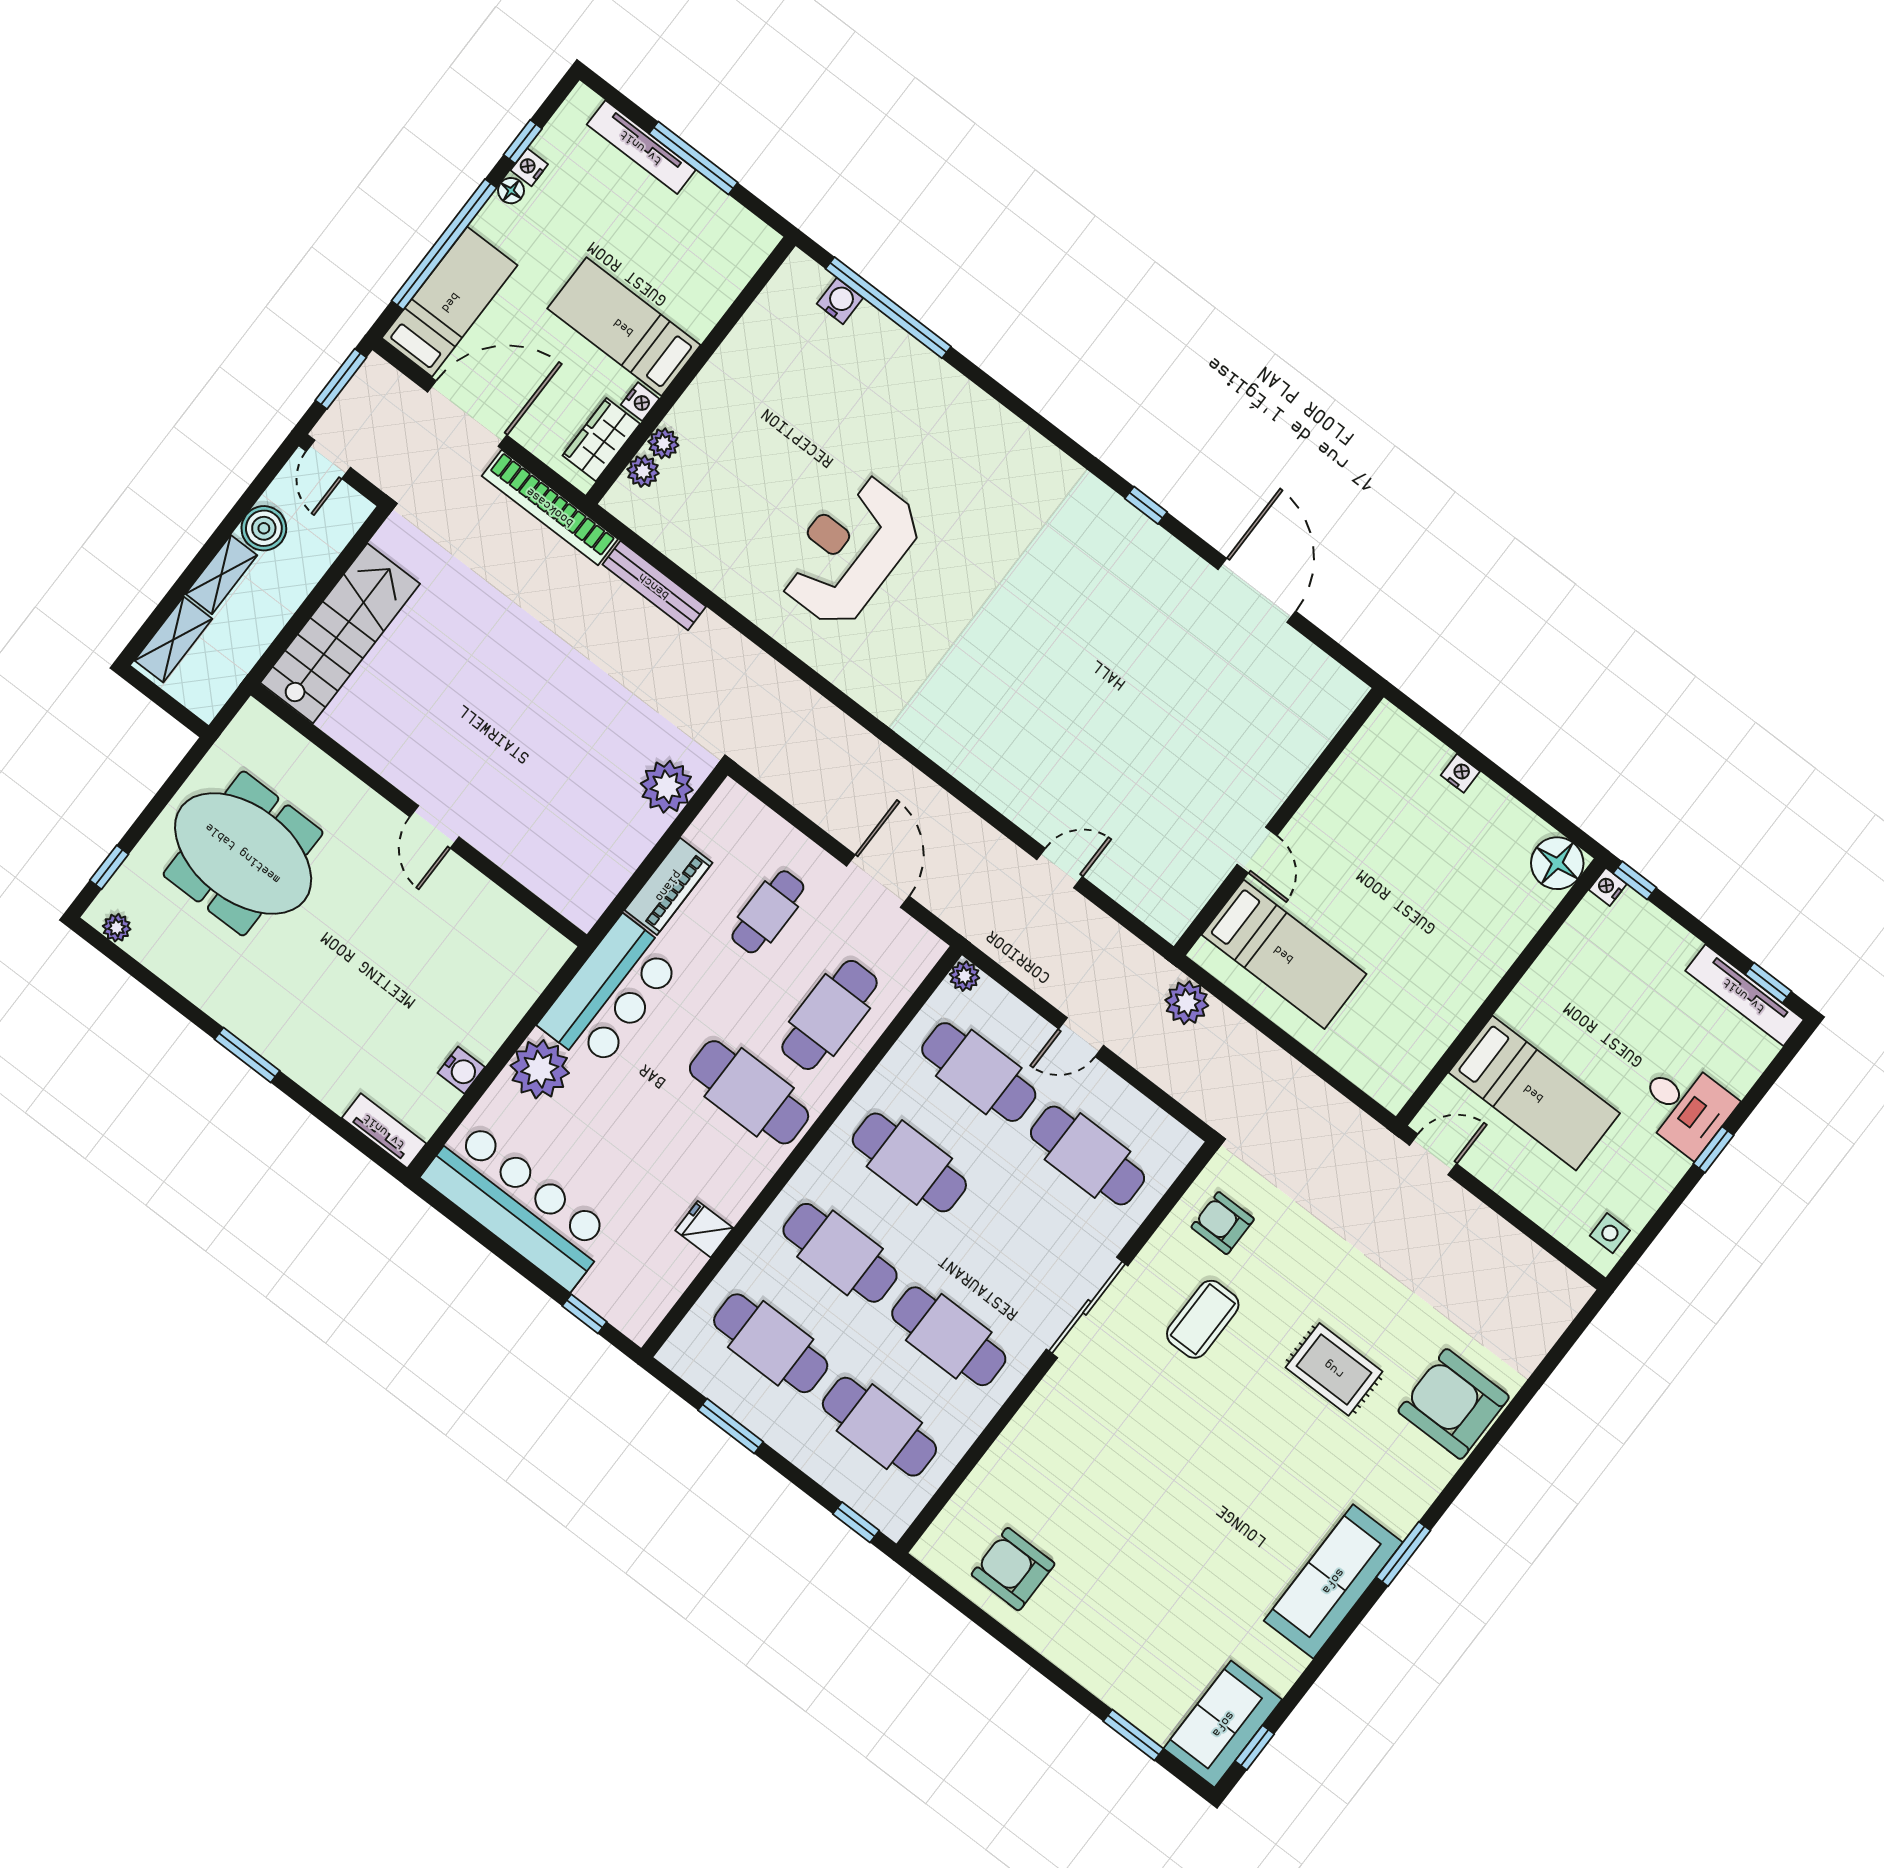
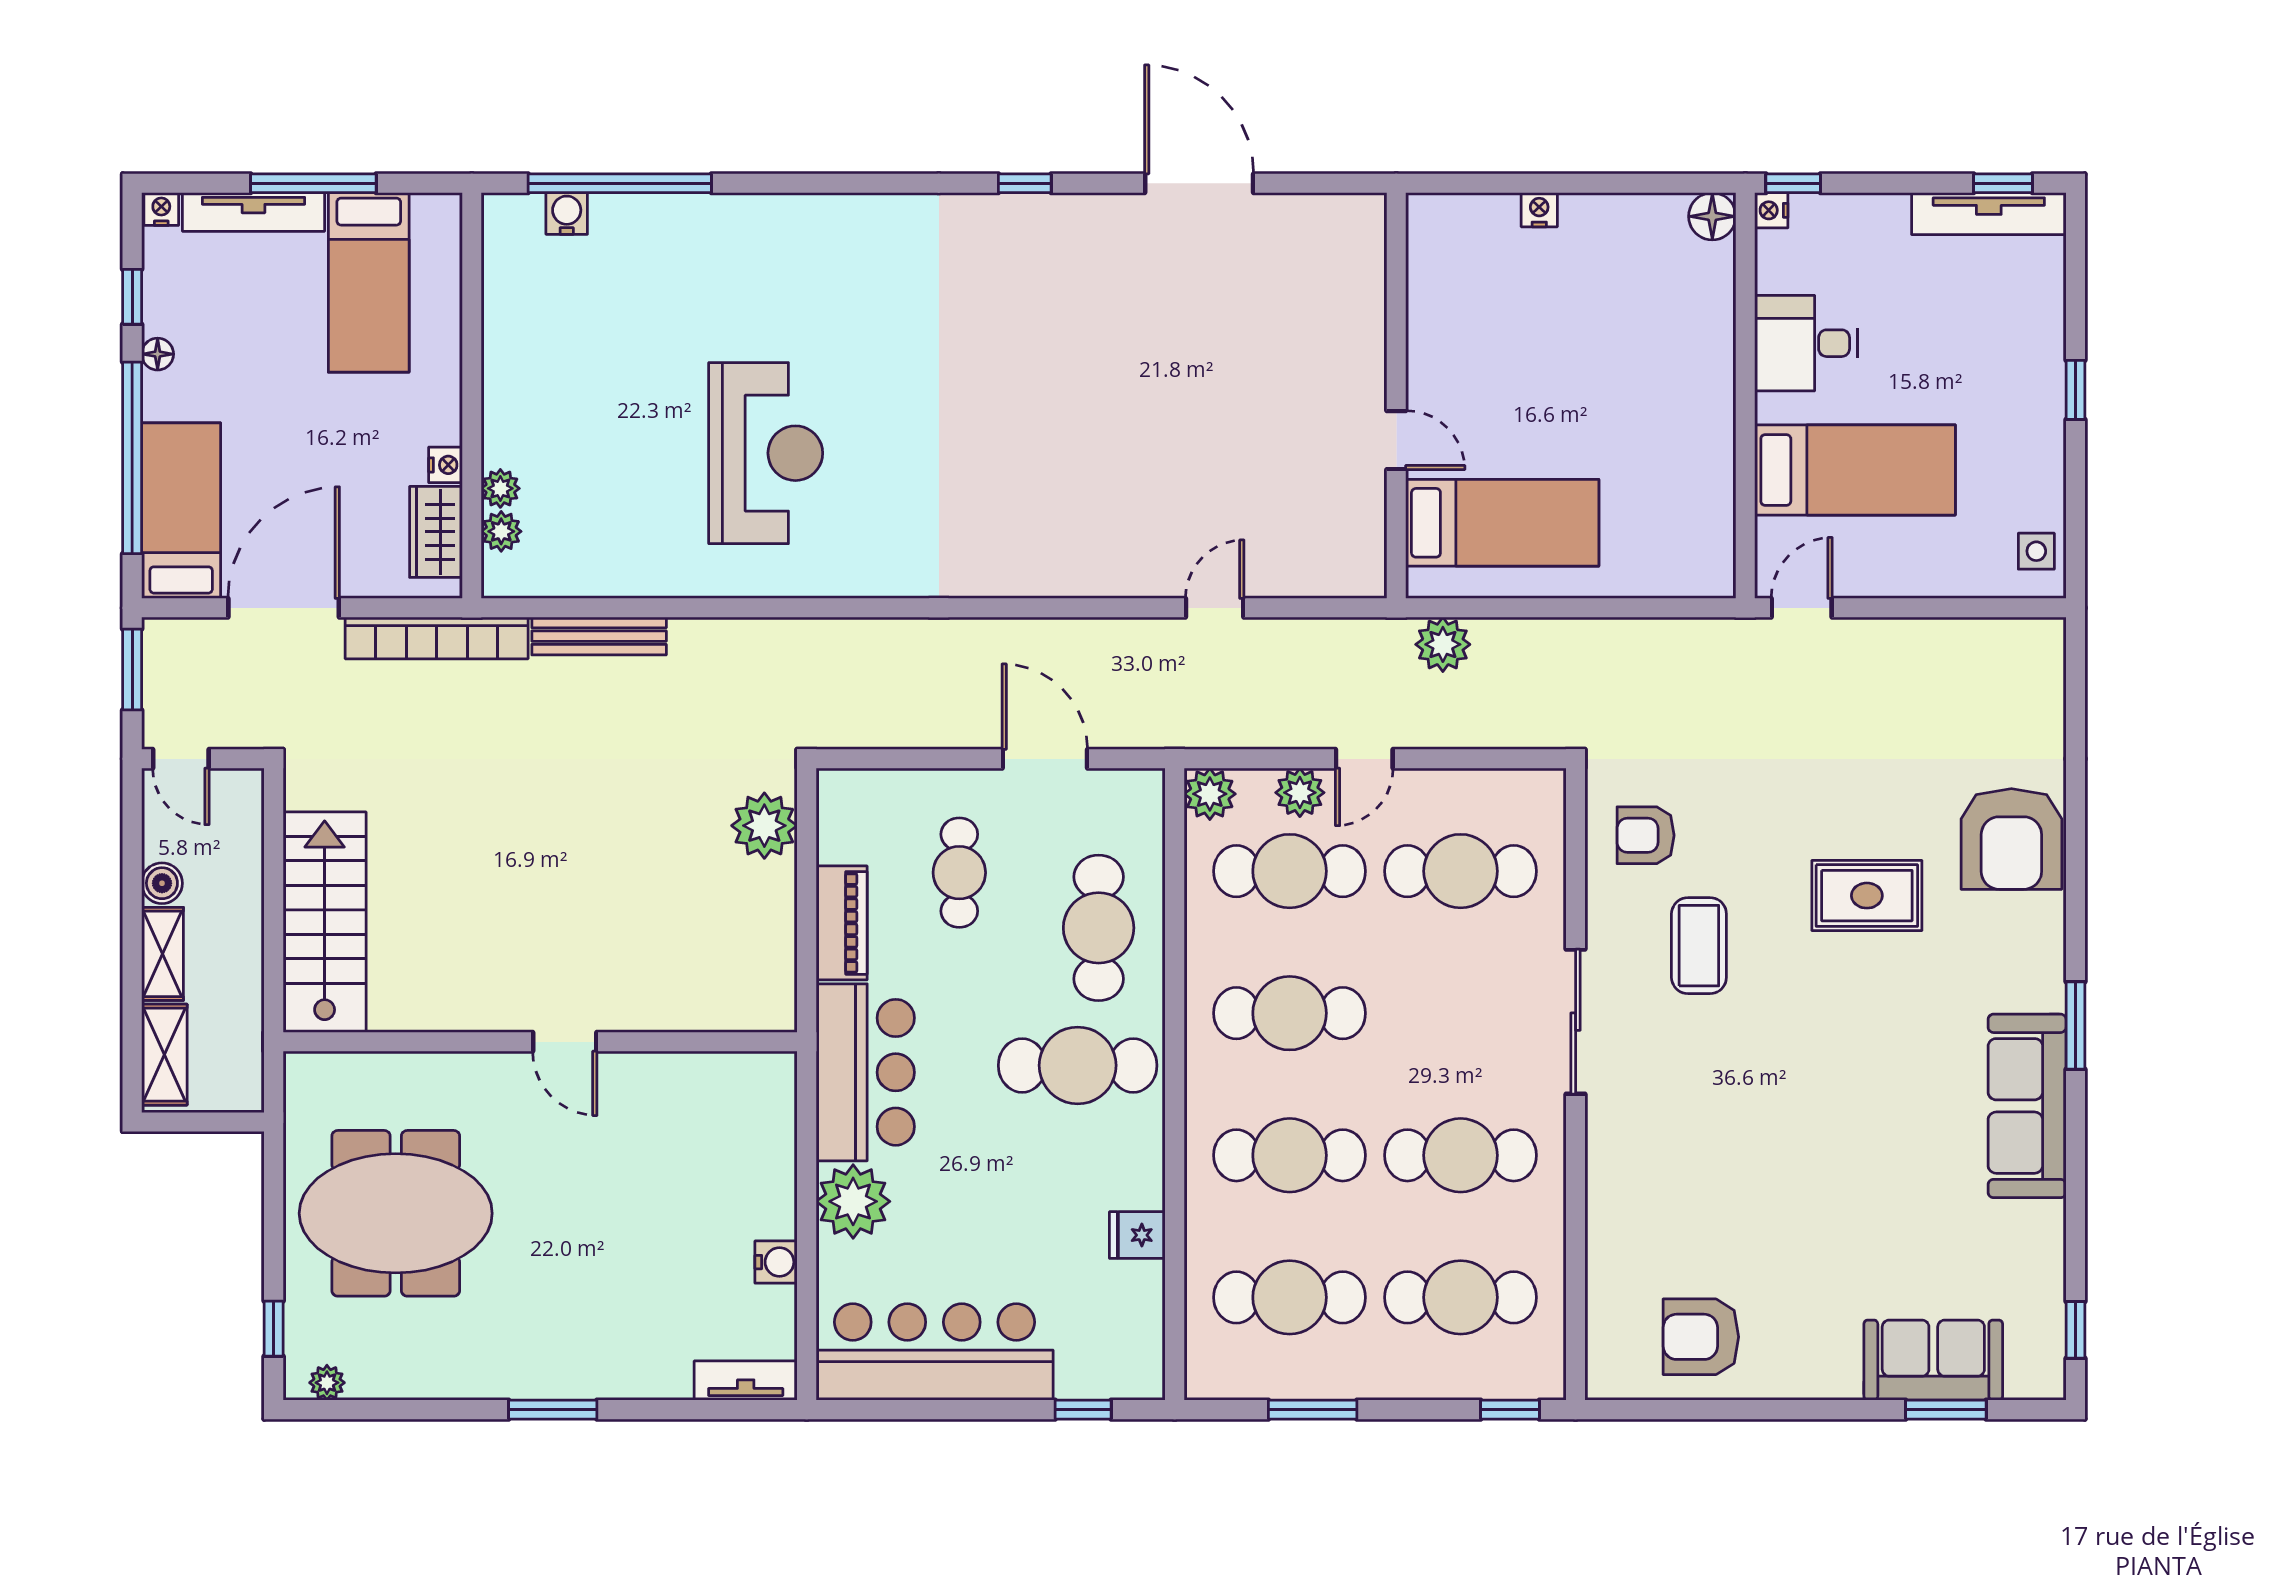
nightstand: (529, 167) -> (161, 209), moved, turned 90
bed: (624, 327) -> (369, 282), moved, turned -90
boiler: (264, 528) -> (162, 883), width x0.73, depth x0.73
reception desk: (849, 551) -> (766, 453), turned 180
floor lamp: (1557, 863) -> (1712, 216), width x0.73, depth x0.73
plant: (965, 976) -> (1210, 794), width x1.38, depth x1.38
plant: (1024, 1027) -> (1300, 793), added
desk: (1685, 1107) -> (1806, 343), moved, turned 180
armchair: (1454, 1404) -> (2011, 839), turned -90
sofa: (1223, 1724) -> (1933, 1360), moved, turned 90

